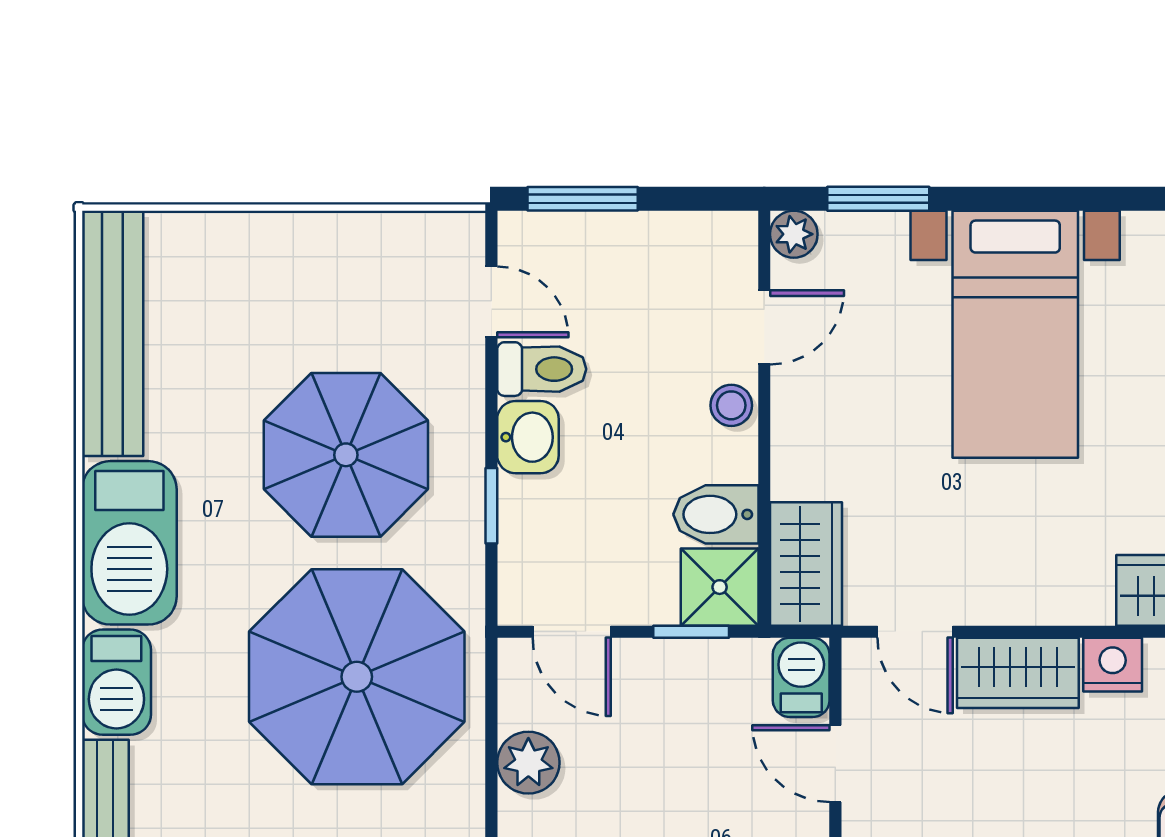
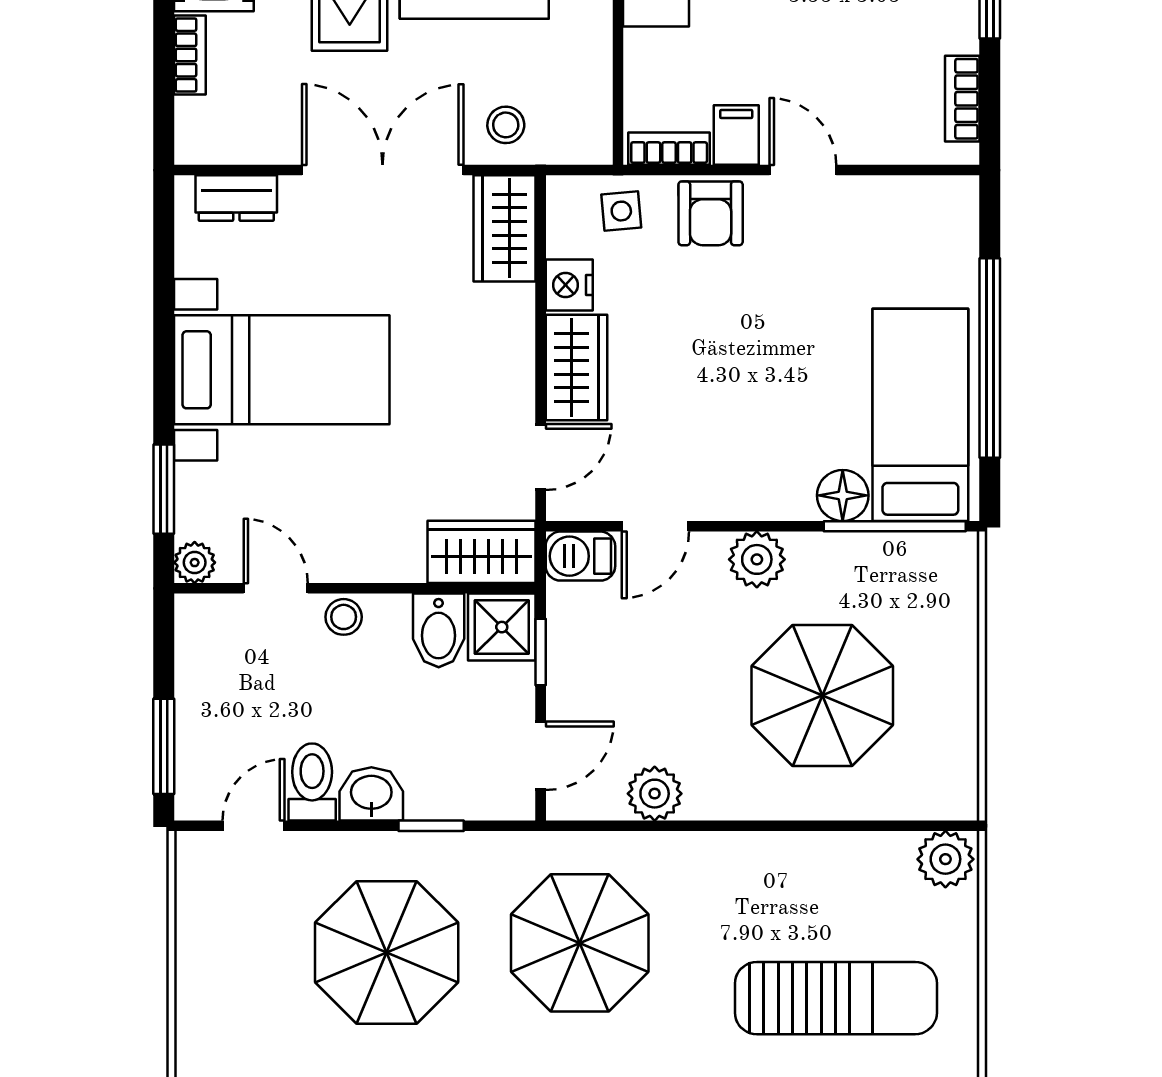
parasol: (357, 677) -> (580, 943), width x0.73, depth x0.73

